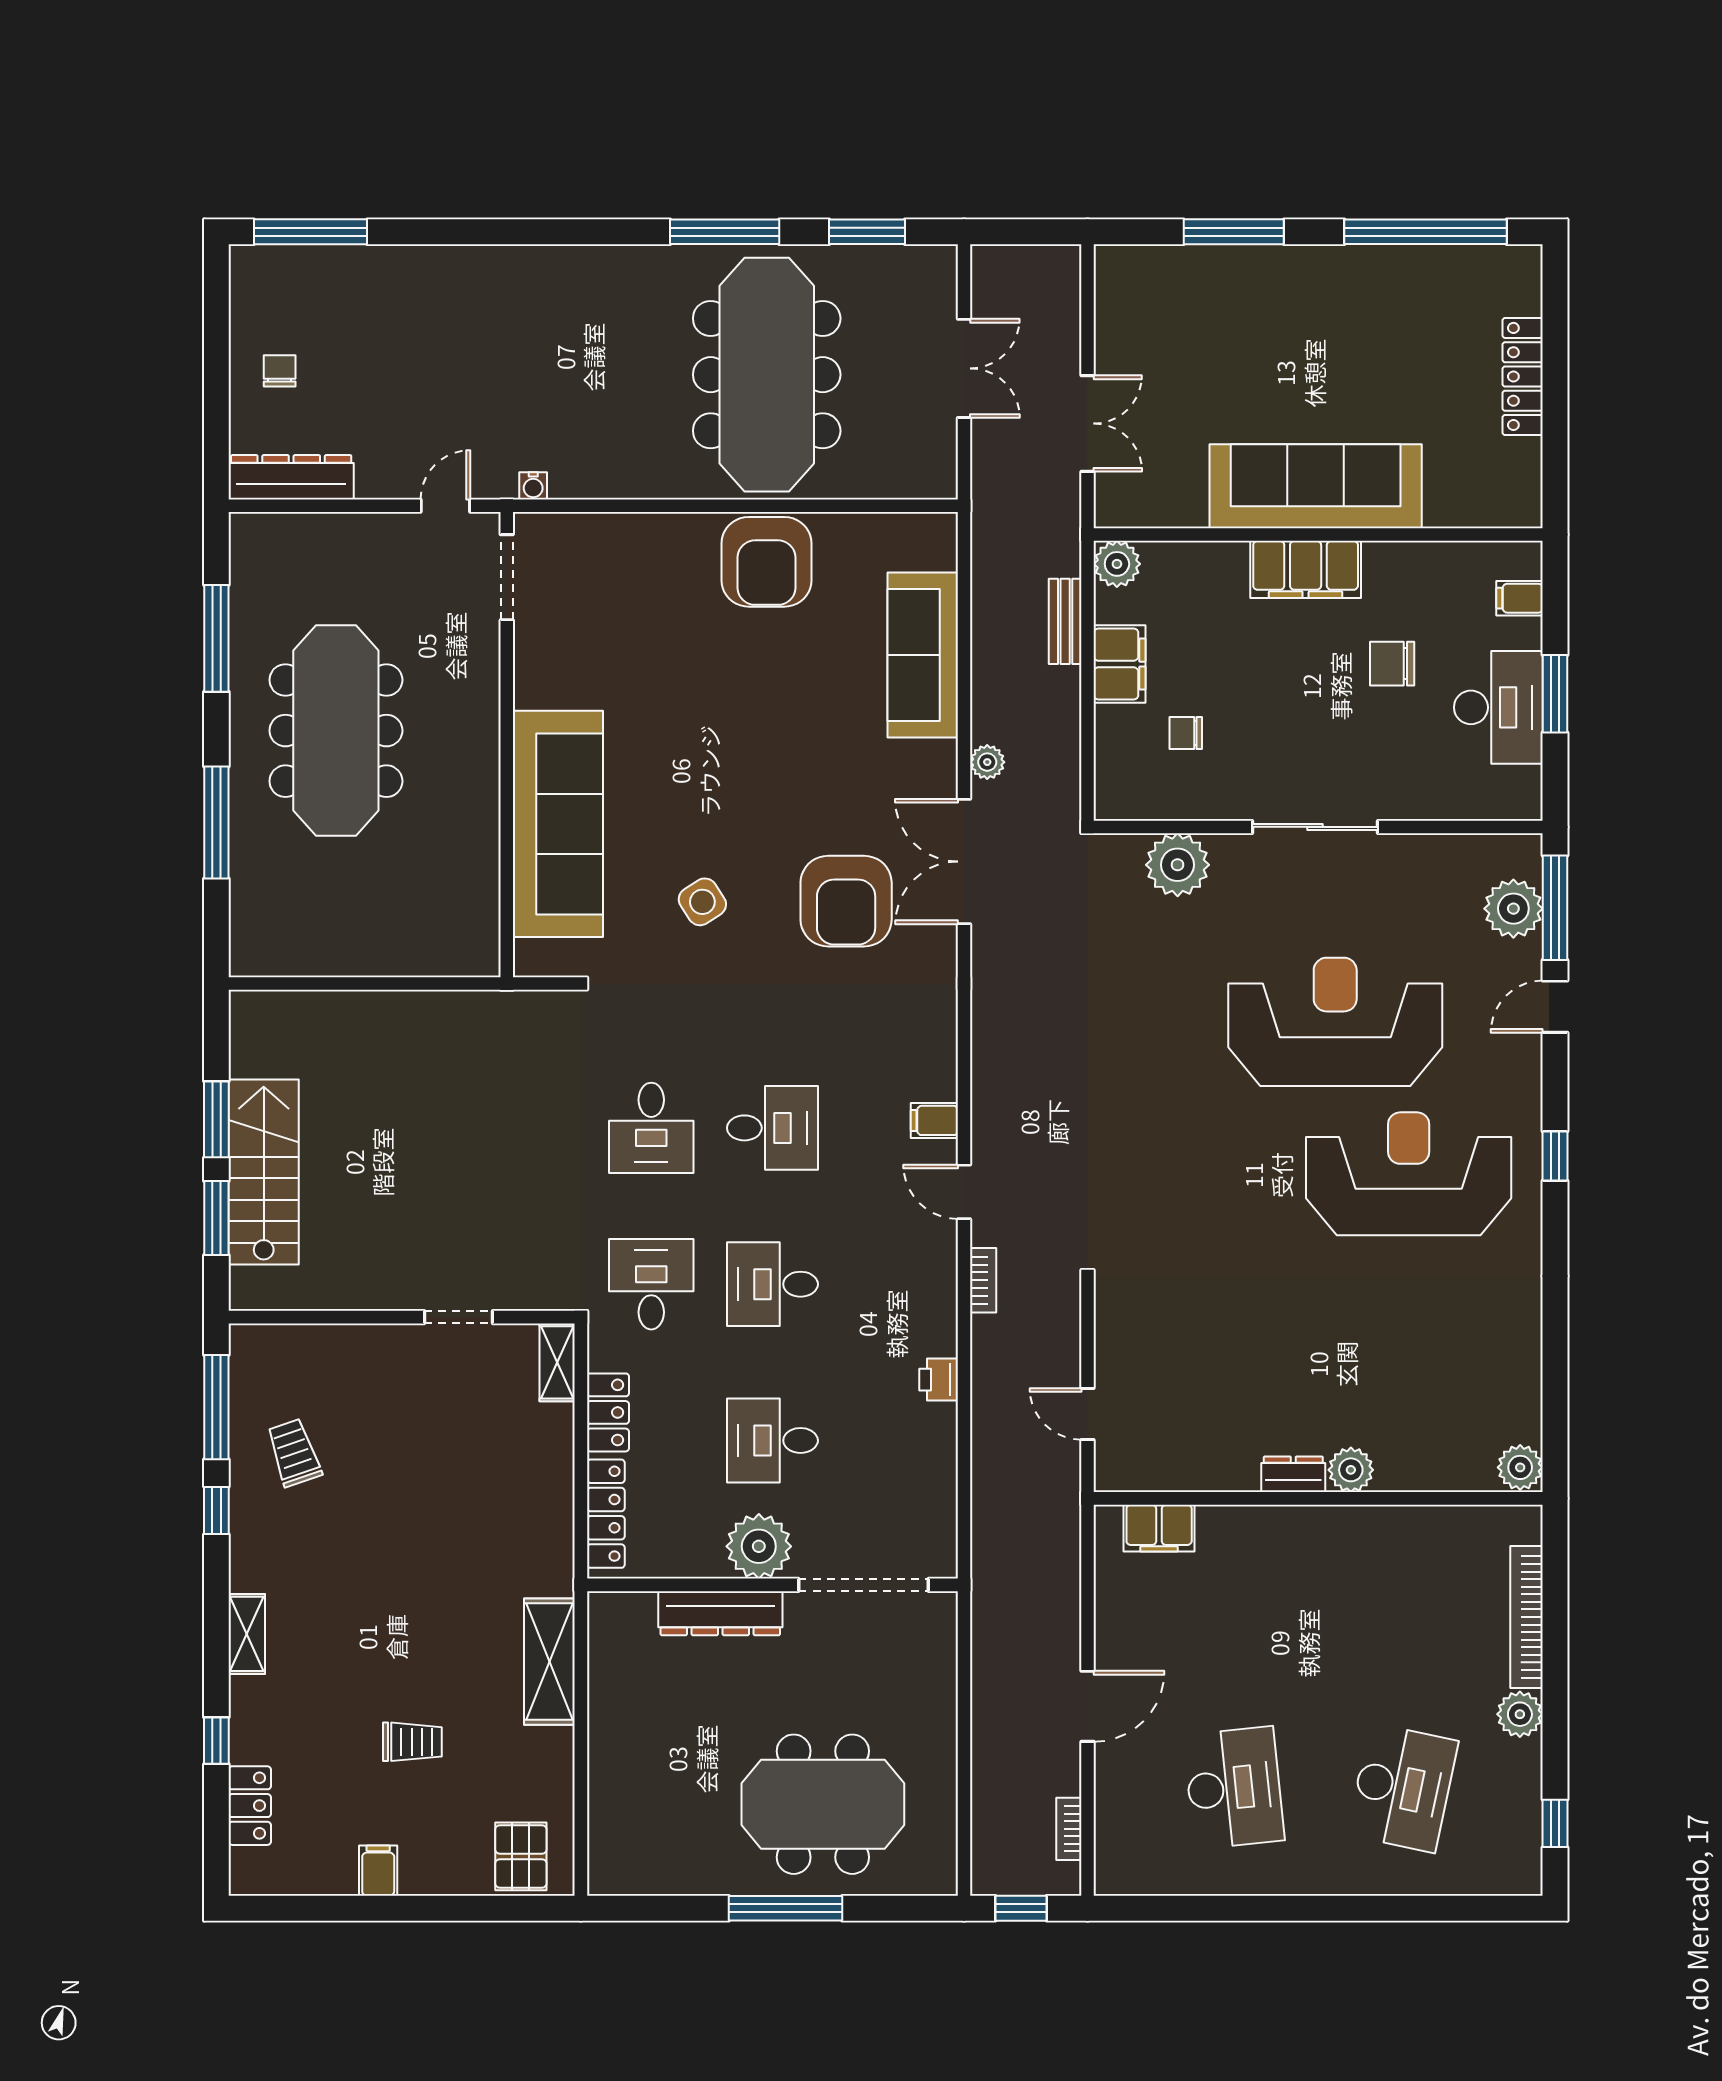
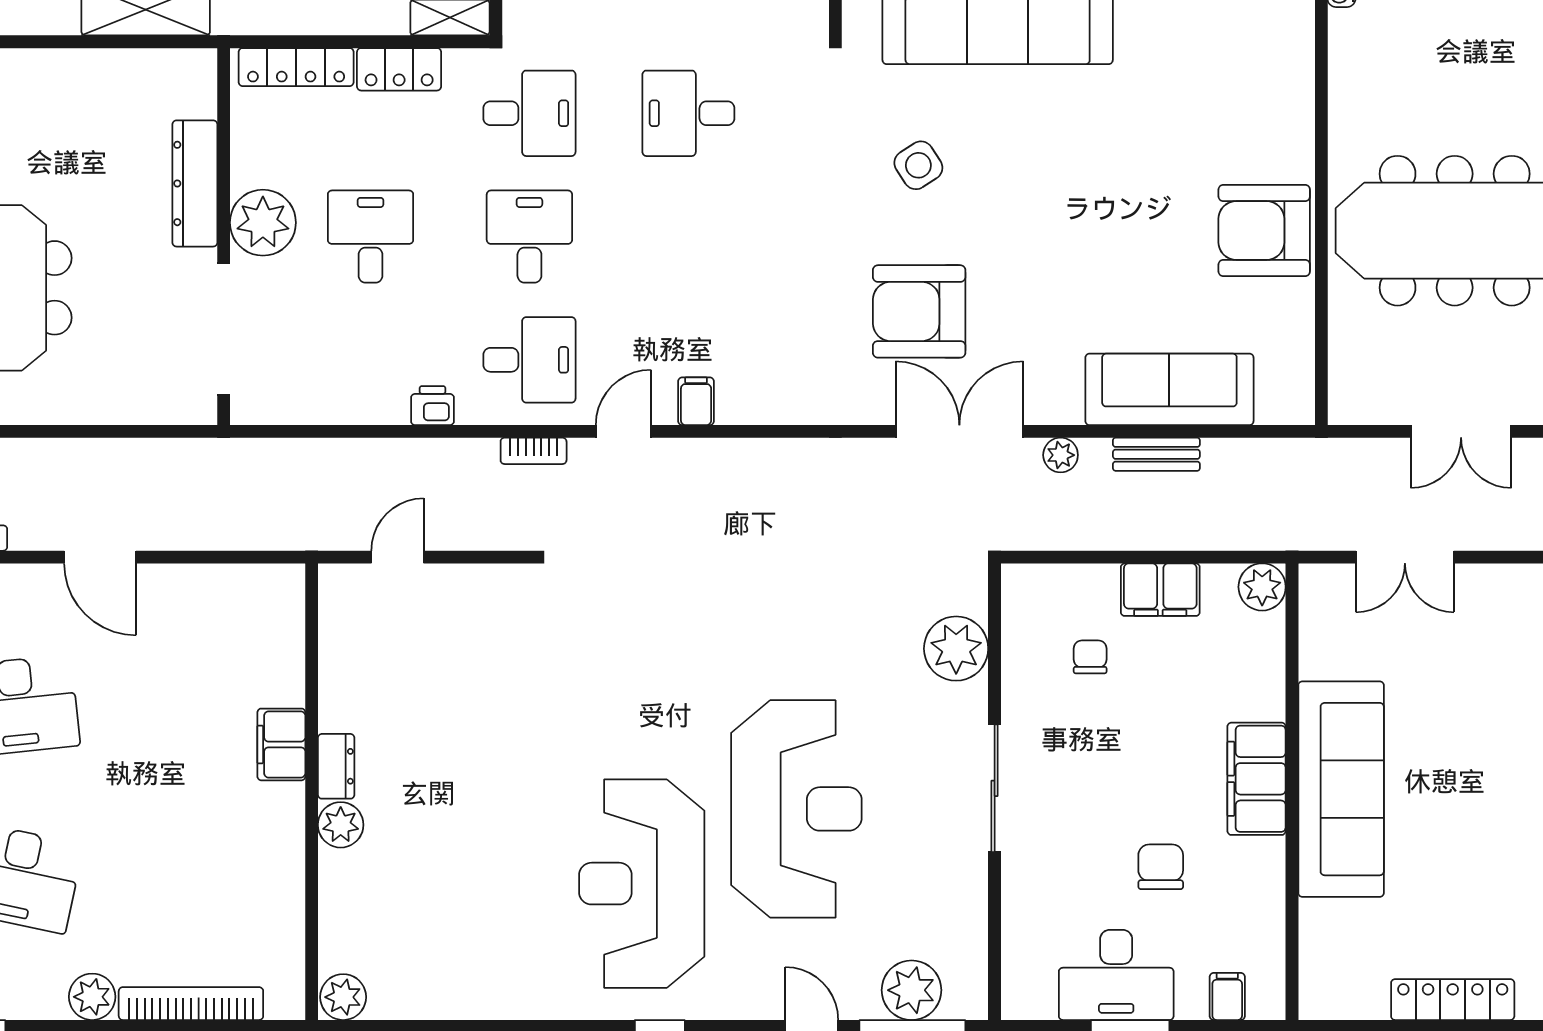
bench: (1065, 621) -> (1156, 454), moved
desk: (772, 1128) -> (529, 360), moved, turned -90
reception desk: (1409, 1174) -> (642, 884), turned 180
filing cabinet: (1159, 1528) -> (281, 744), moved

